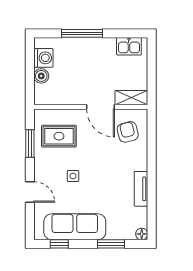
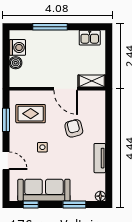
armchair: (128, 132) -> (74, 128), moved

